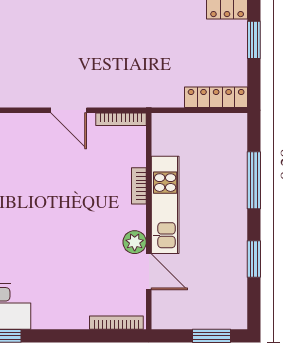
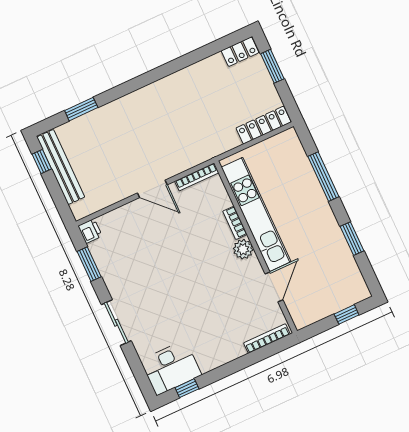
kitchen unit: (165, 205) -> (256, 214), width x1.36
plant: (135, 242) -> (243, 249), moved
door: (149, 272) -> (274, 287), hinge flipped
window: (211, 336) -> (347, 314), width x0.67

